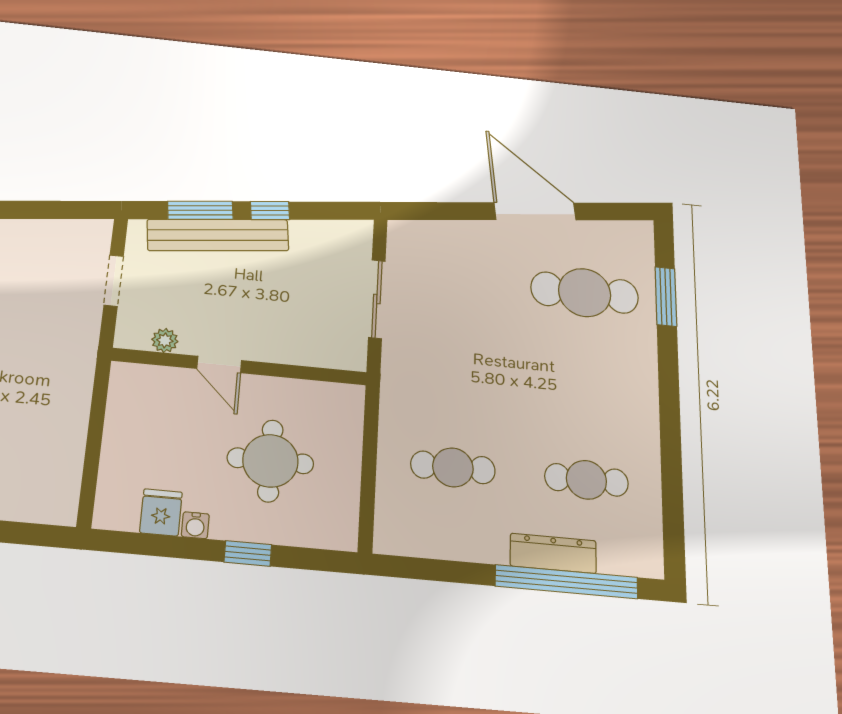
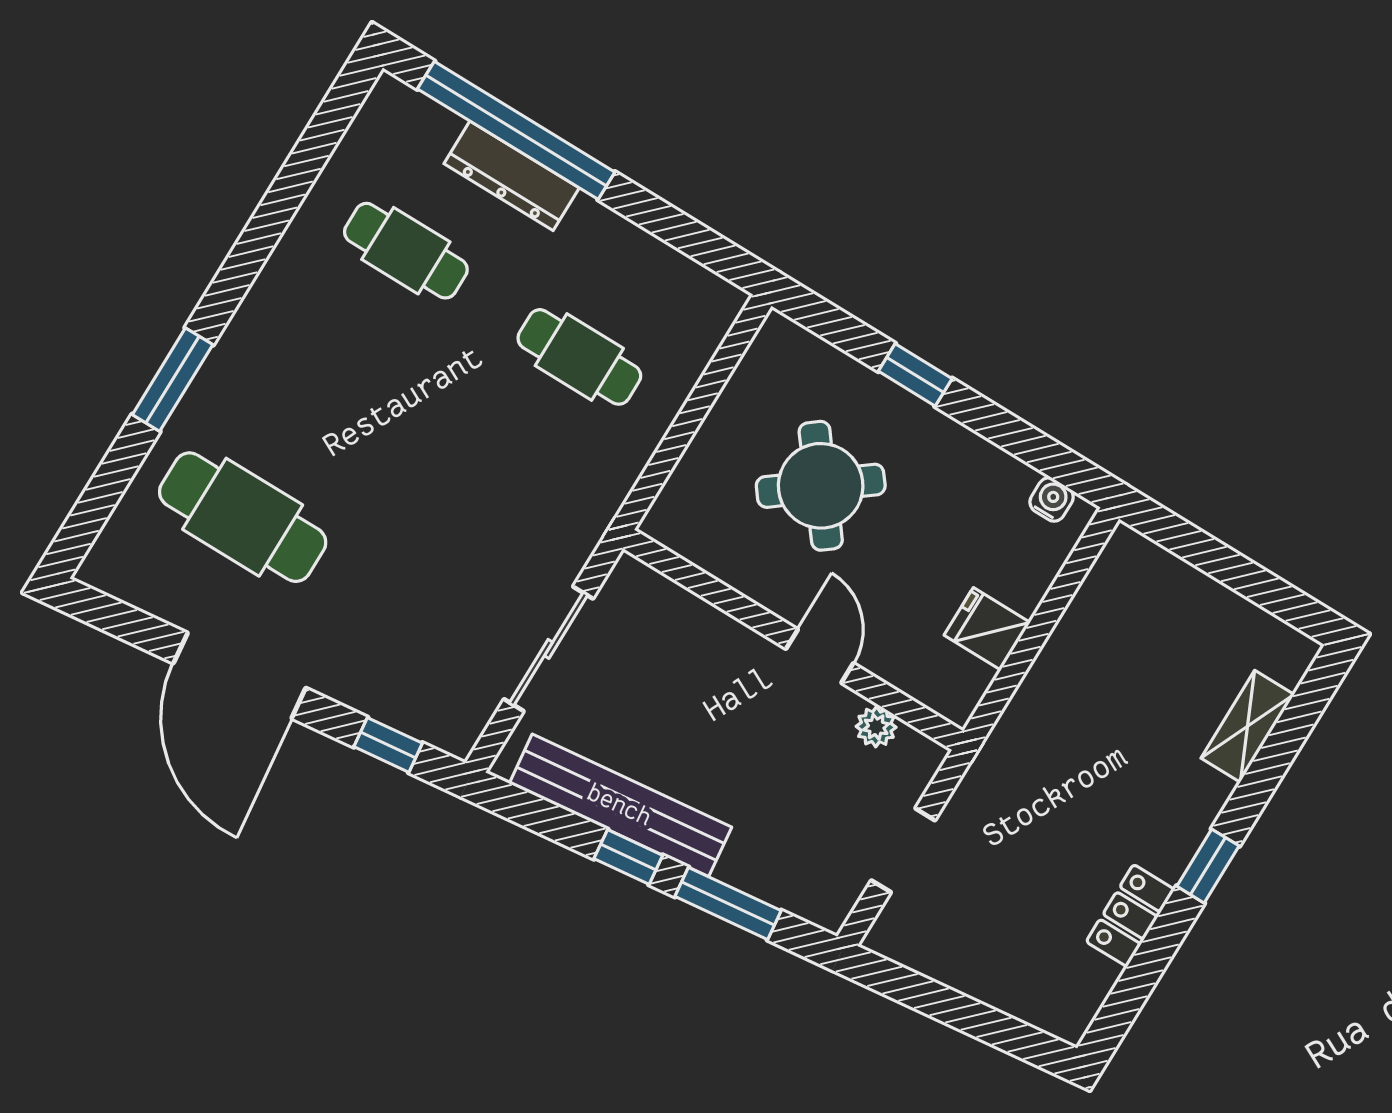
window: (435, 211) -> (388, 745), added
bench: (218, 235) -> (620, 805), moved
window: (666, 296) -> (173, 380), moved
round table: (270, 461) -> (821, 486), turned -38
fridge: (161, 512) -> (987, 629), moved, turned 90
water cooler: (195, 525) -> (1052, 499), moved

